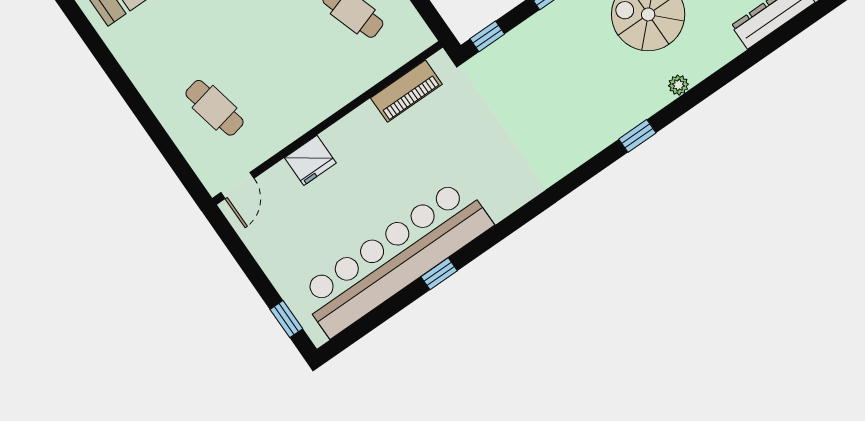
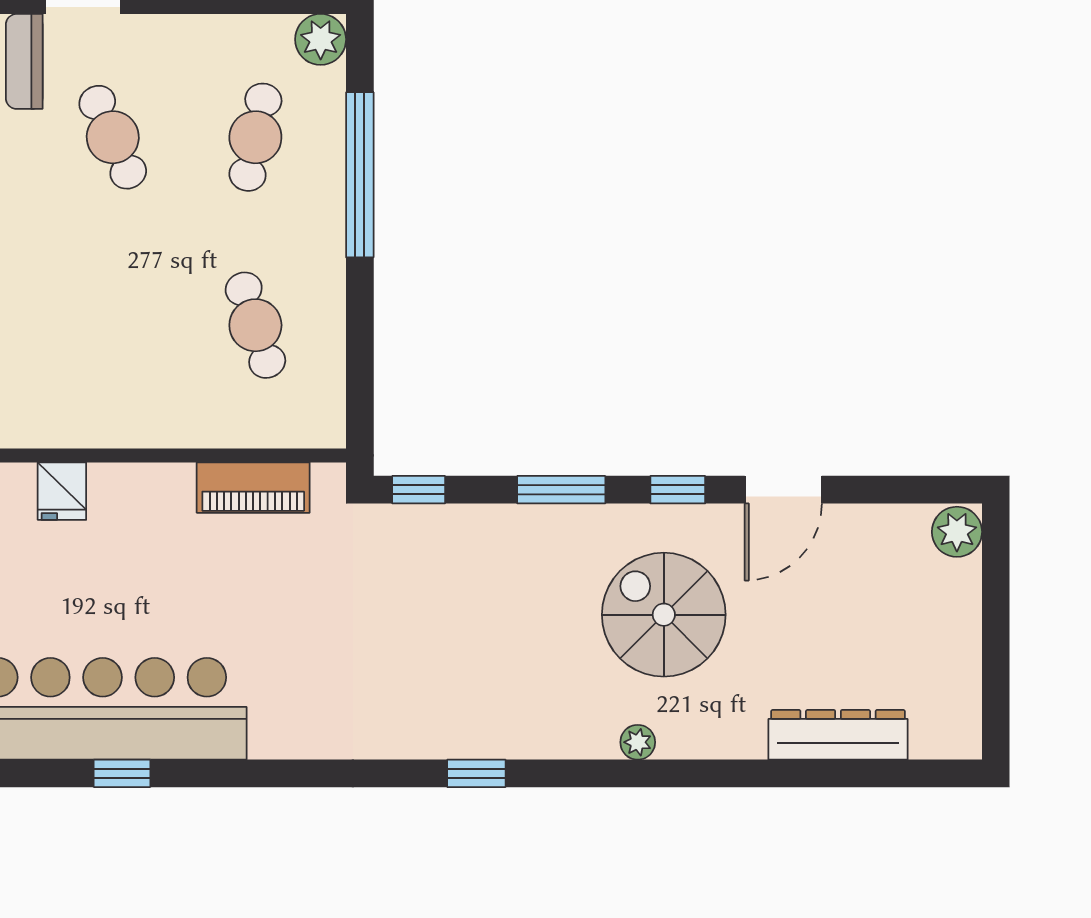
window: (637, 136) -> (476, 773), moved
fridge: (310, 160) -> (62, 491), width x0.72

